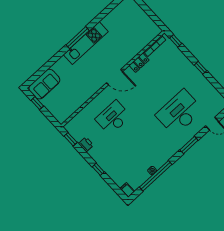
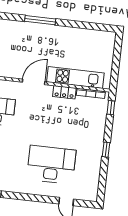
kitchen unit: (86, 43) -> (75, 78), moved, turned 180
door: (115, 77) -> (34, 82), swing flipped
window: (189, 145) -> (30, 197), removed

